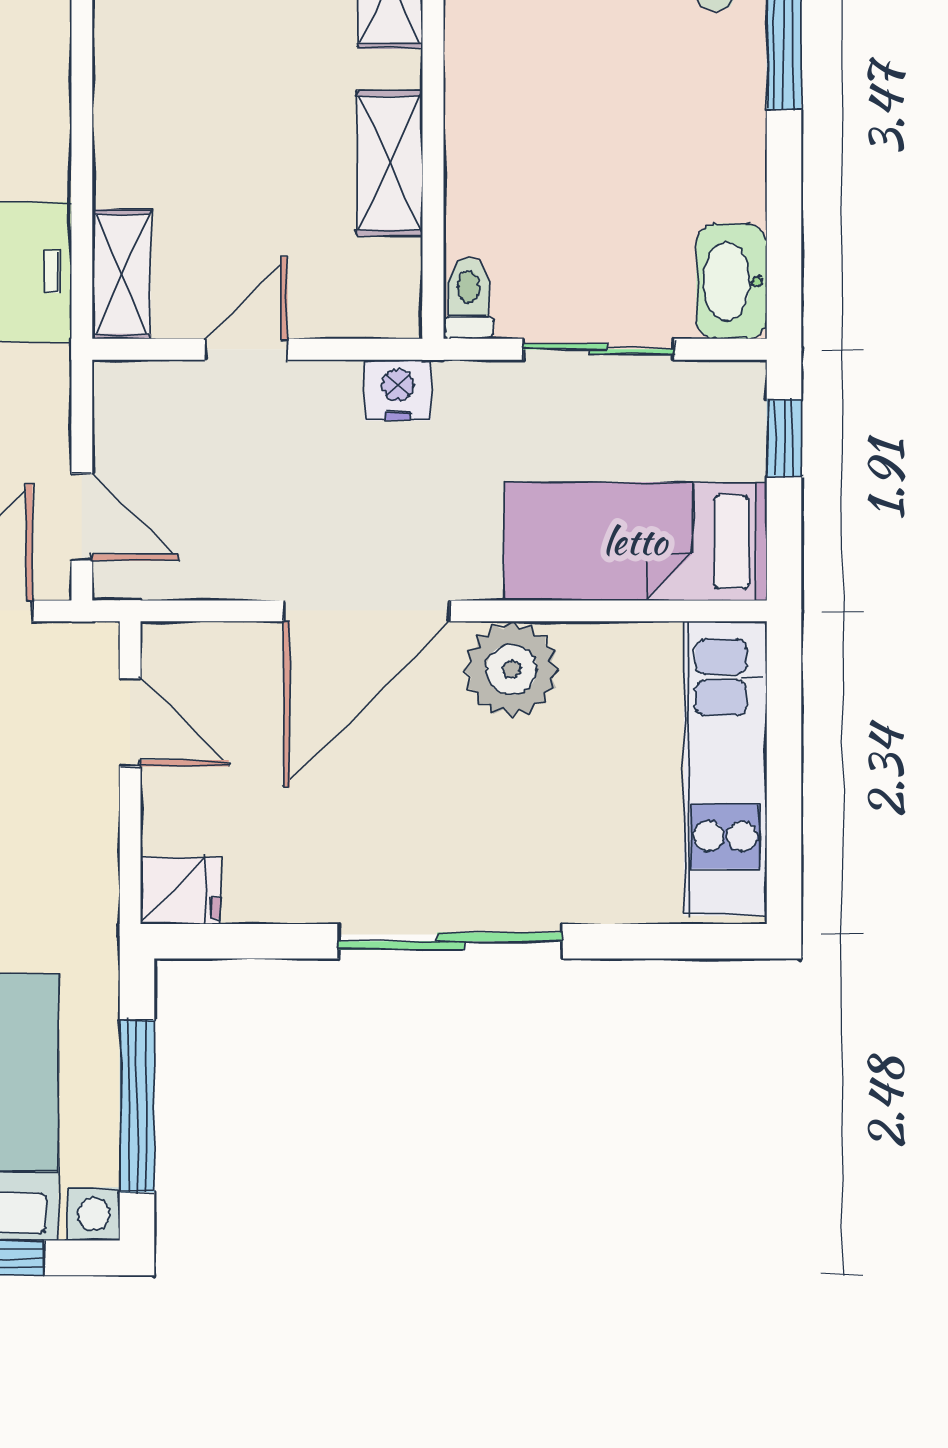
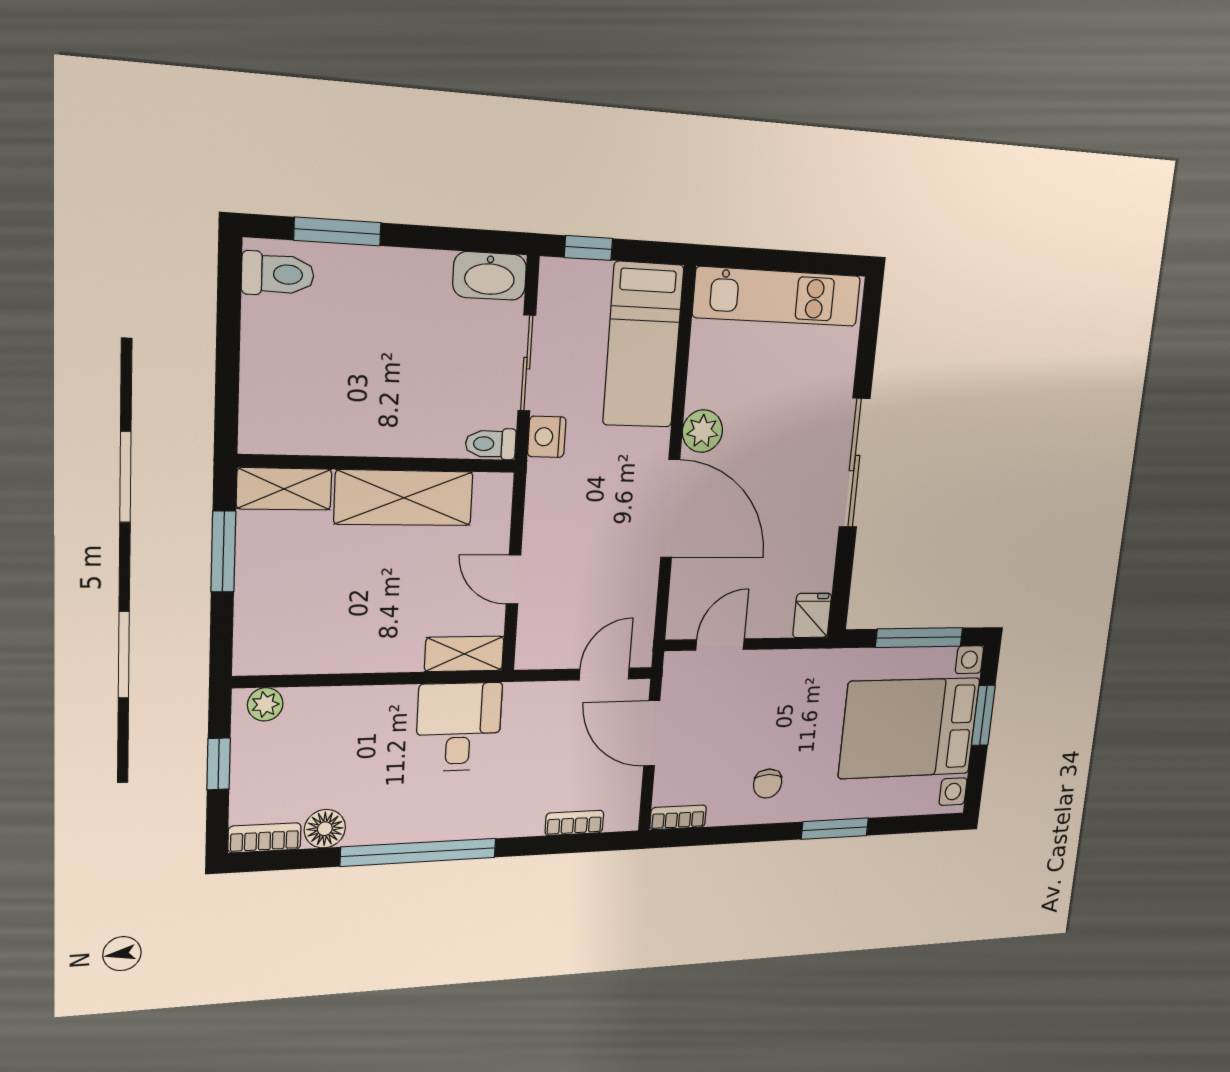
shelving: (390, 163) -> (404, 498), width x1.50, depth x1.33
nightstand: (398, 390) -> (547, 437), moved
plant: (511, 670) -> (702, 431), width x0.73, depth x0.73

